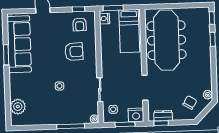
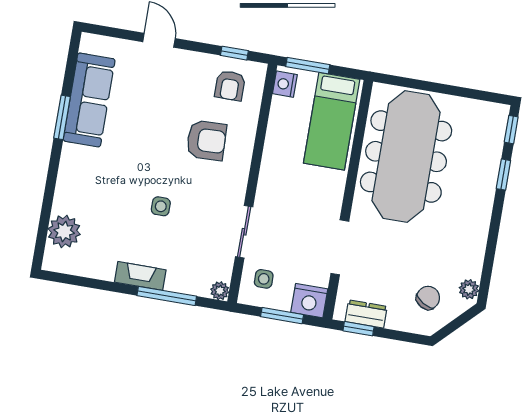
sofa: (19, 44) -> (89, 100), width x0.74, depth x0.79
fireplace: (57, 120) -> (140, 276), added

